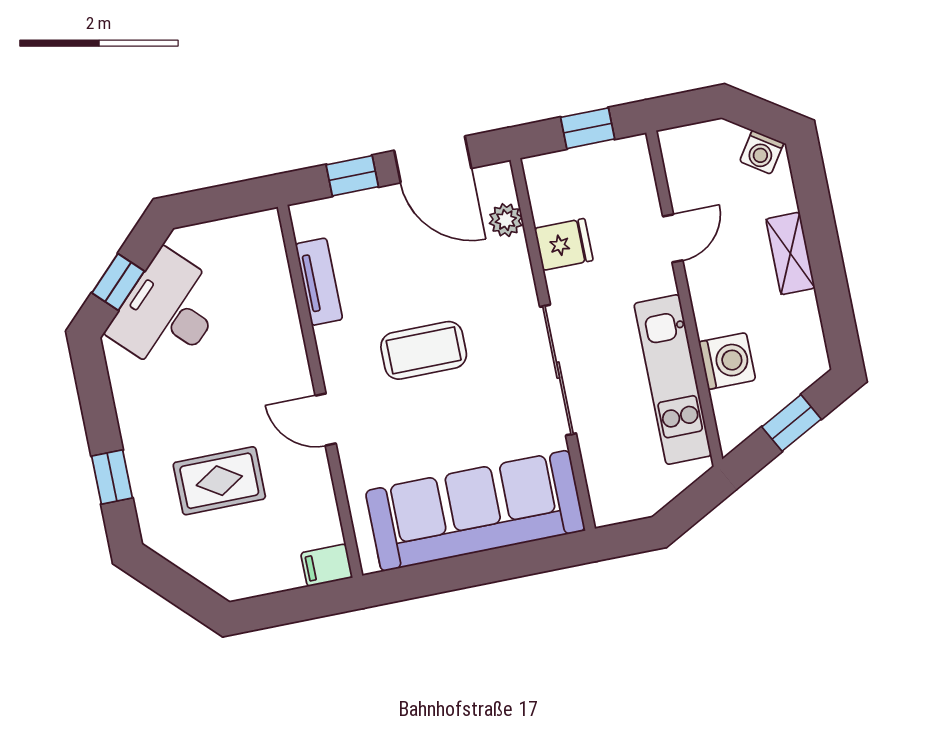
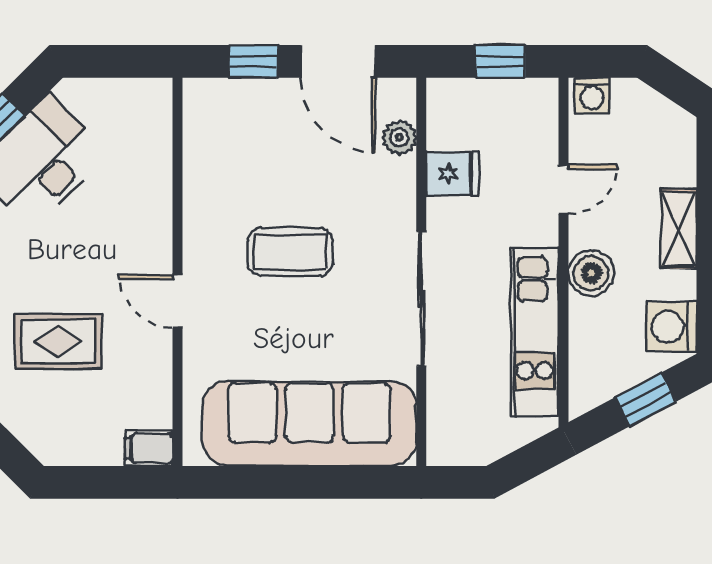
washing machine: (762, 152) -> (592, 95), moved, turned -34
tv unit: (319, 282) -> (199, 161), removed
boiler: (715, 313) -> (591, 273), added
washing machine: (727, 361) -> (672, 327), moved, turned 180

